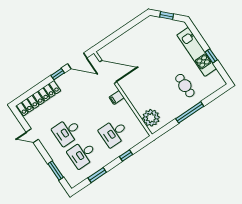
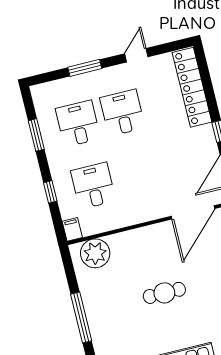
cafe table: (185, 86) -> (164, 293), moved
filing cabinet: (117, 97) -> (72, 229), moved
window: (56, 170) -> (85, 68), moved

